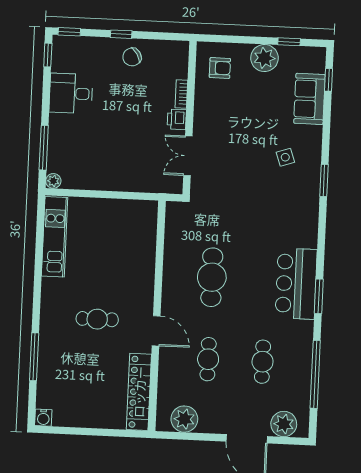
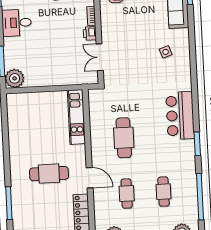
window: (324, 180) -> (193, 65), removed
plant: (53, 181) -> (15, 78), width x1.88, depth x1.88
kitchen unit: (55, 237) -> (76, 117), moved, turned 180
bar counter: (296, 284) -> (180, 116), moved
cafe table: (97, 319) -> (49, 174), width x1.37, depth x1.35

